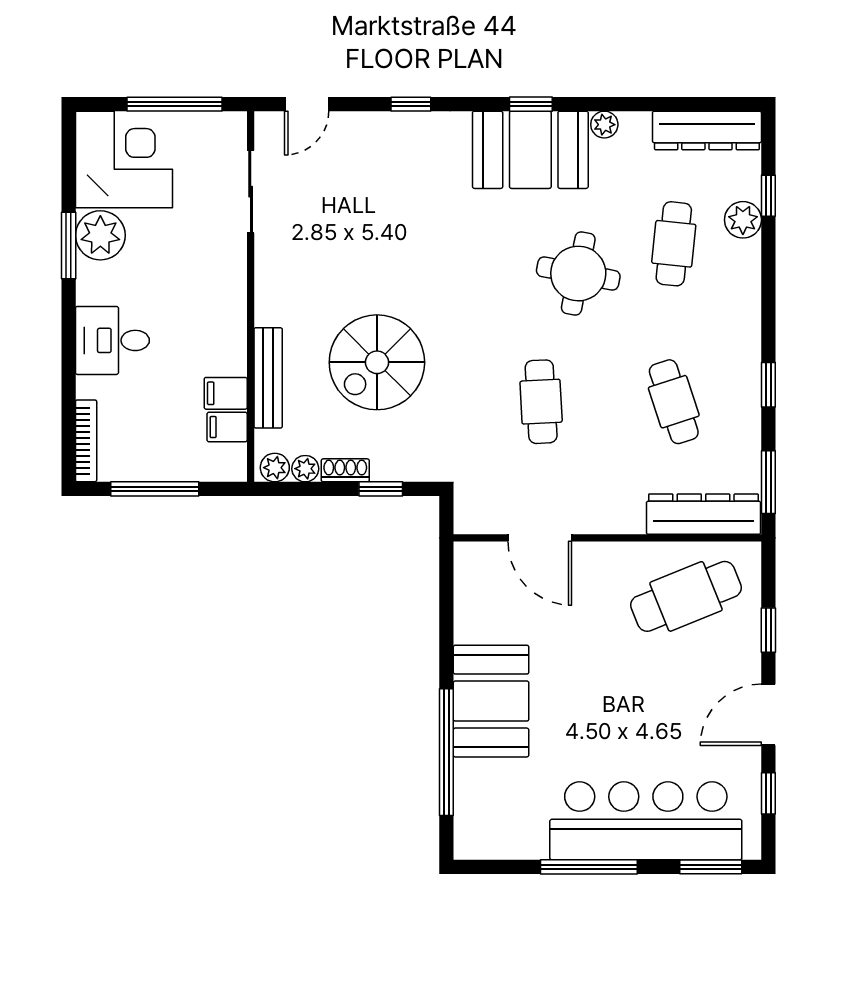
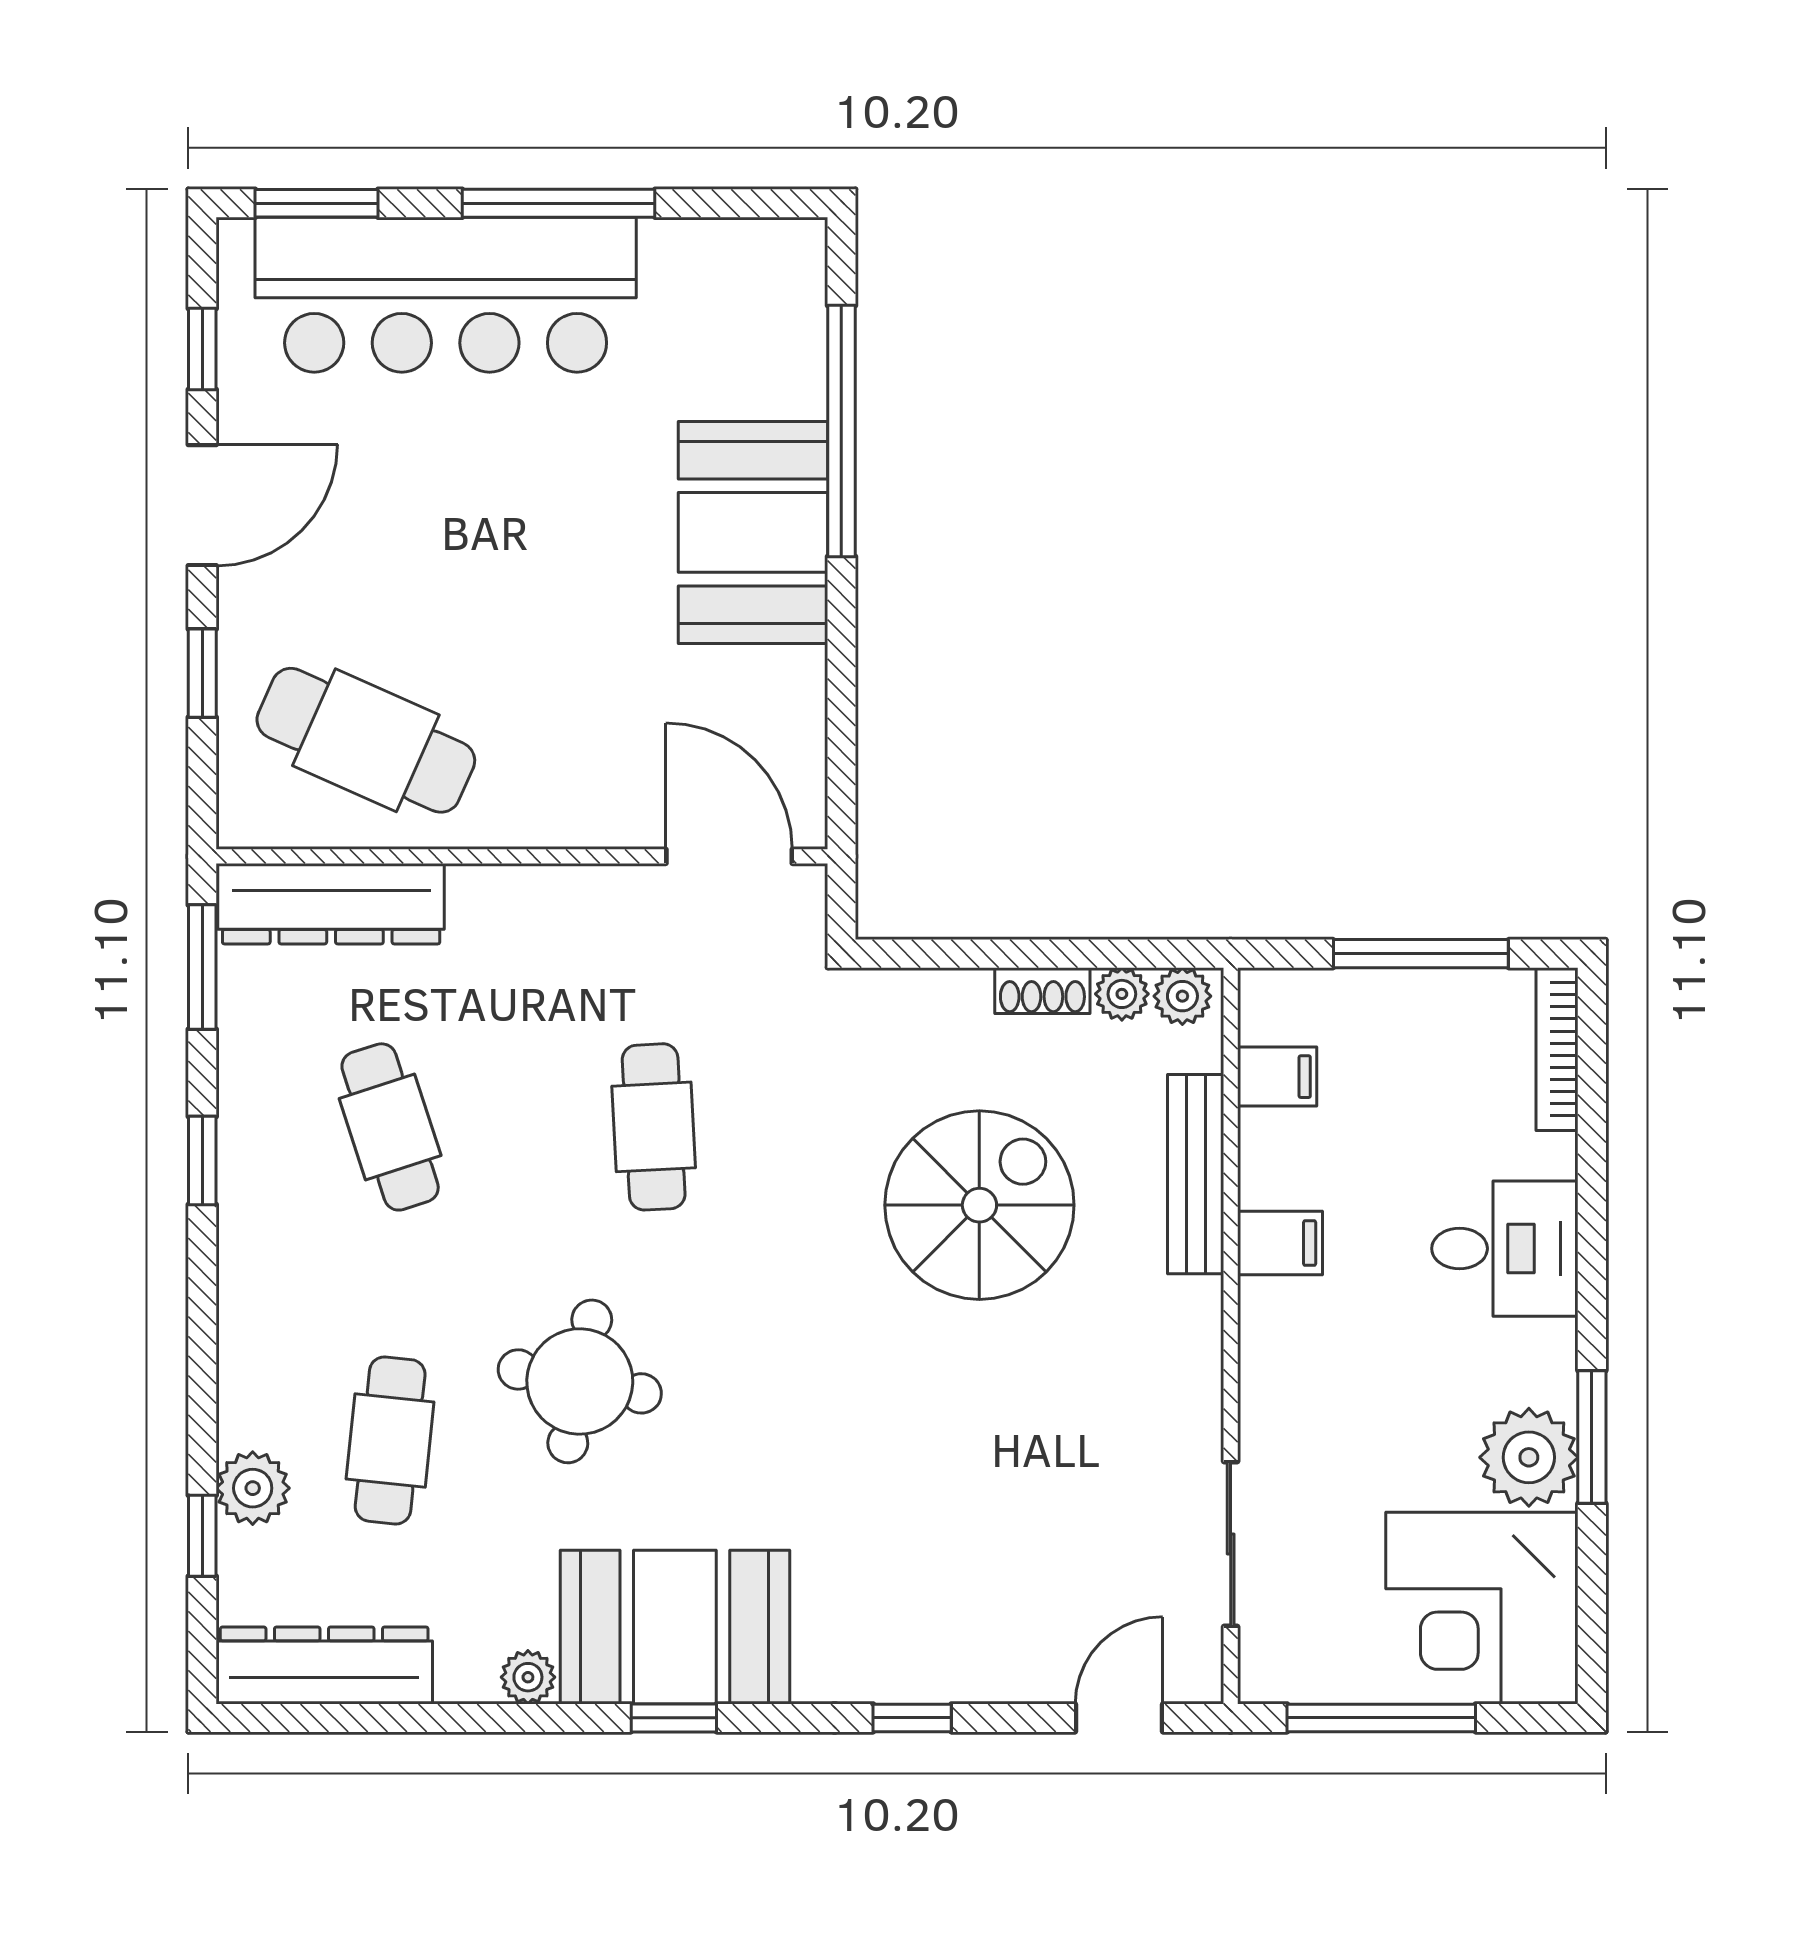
filing cabinet: (226, 393) -> (1280, 1243), moved
window: (381, 489) -> (972, 954), removed
door: (540, 538) -> (729, 856), moved
cafe table: (686, 596) -> (366, 740), turned 46

